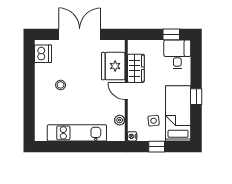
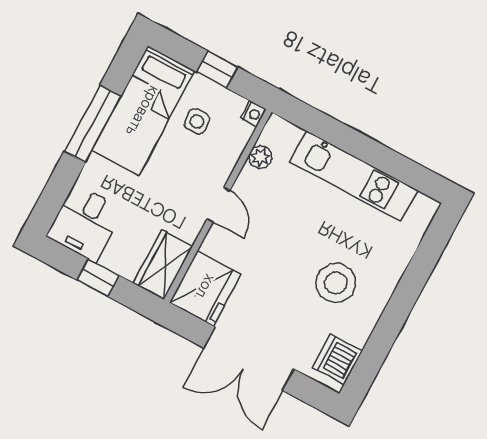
window: (171, 34) -> (98, 278), moved
fridge: (113, 66) -> (205, 288), moved
wardrobe: (136, 68) -> (163, 265), moved
stool: (61, 85) -> (336, 283), width x1.89, depth x1.89
window: (196, 97) -> (92, 124), width x2.17

